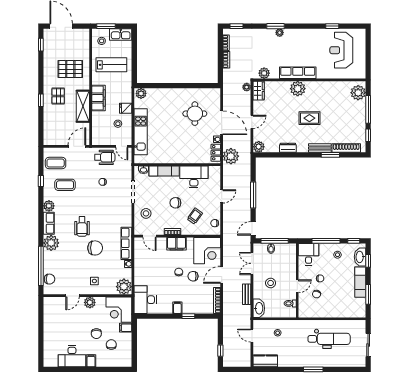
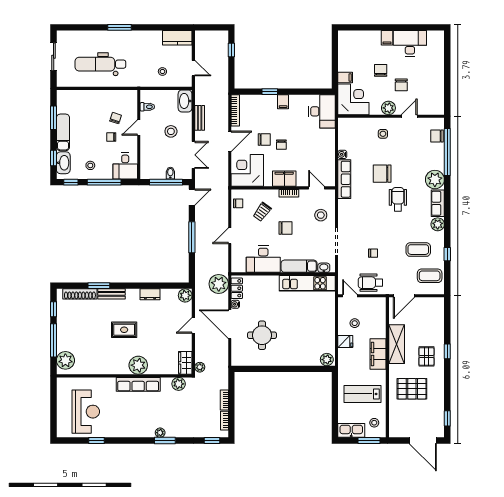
kitchen unit: (141, 132) -> (307, 283), moved, turned -90
plant: (124, 287) -> (347, 127), removed
chair: (111, 345) -> (401, 85), moved

